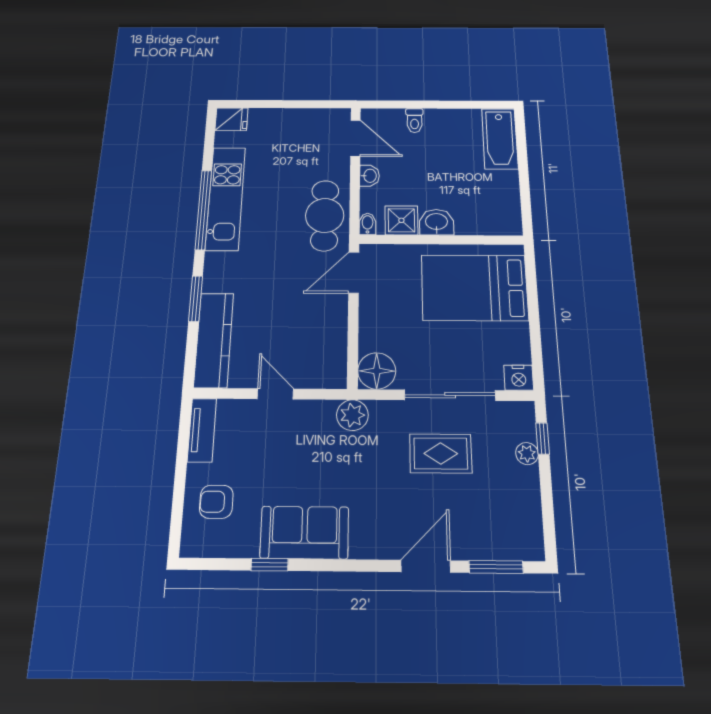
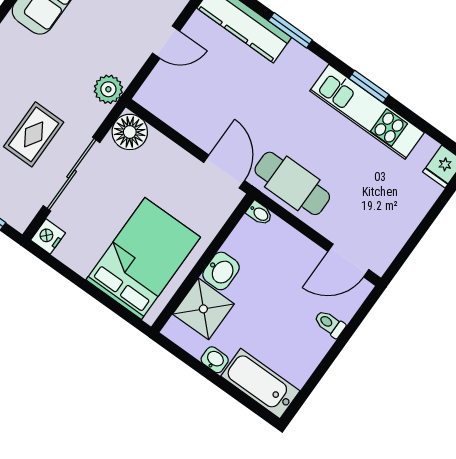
washbasin: (370, 176) -> (215, 360), moved, turned 180
window: (203, 210) -> (369, 87), width x0.47
shower: (401, 220) -> (203, 309), moved, width x1.36, depth x1.36

